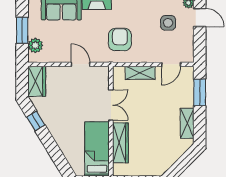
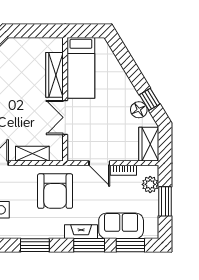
armchair: (120, 39) -> (55, 191), width x1.36, depth x1.36
bookcase: (59, 58) -> (123, 170), added
floor lamp: (45, 112) -> (139, 110), added

